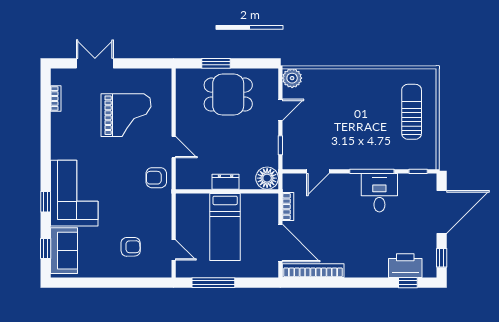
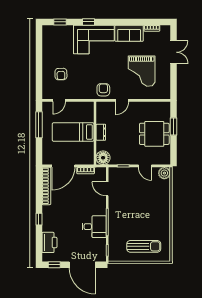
dining table: (228, 95) -> (154, 134), turned 90
sofa: (64, 251) -> (129, 33), moved
window: (408, 283) -> (39, 219), moved

